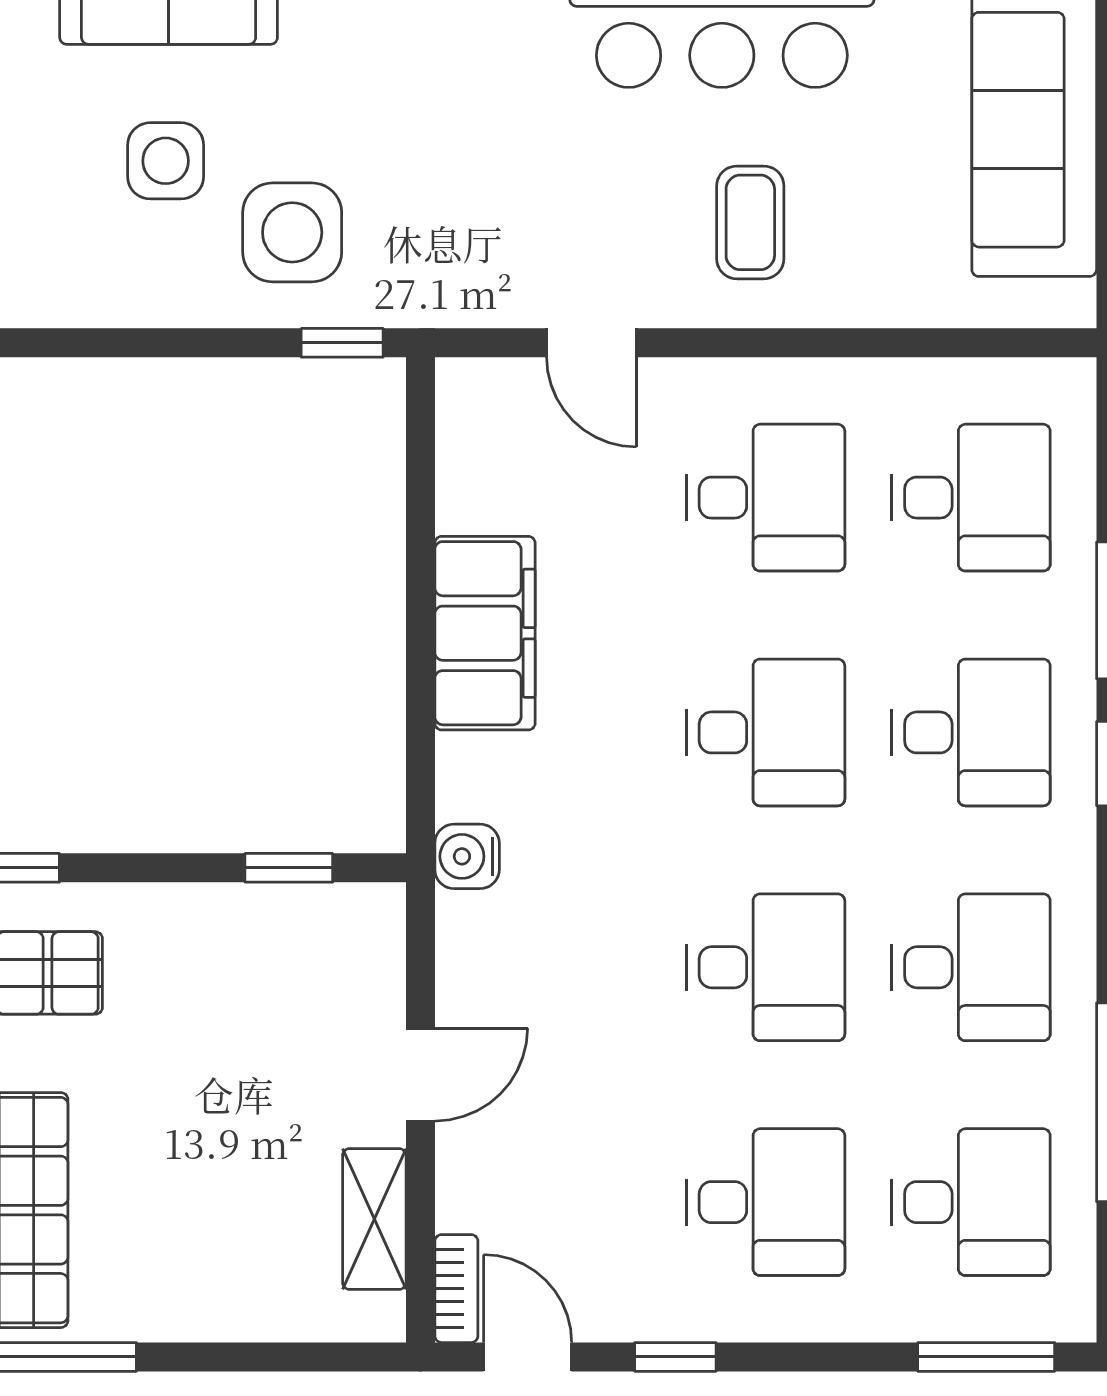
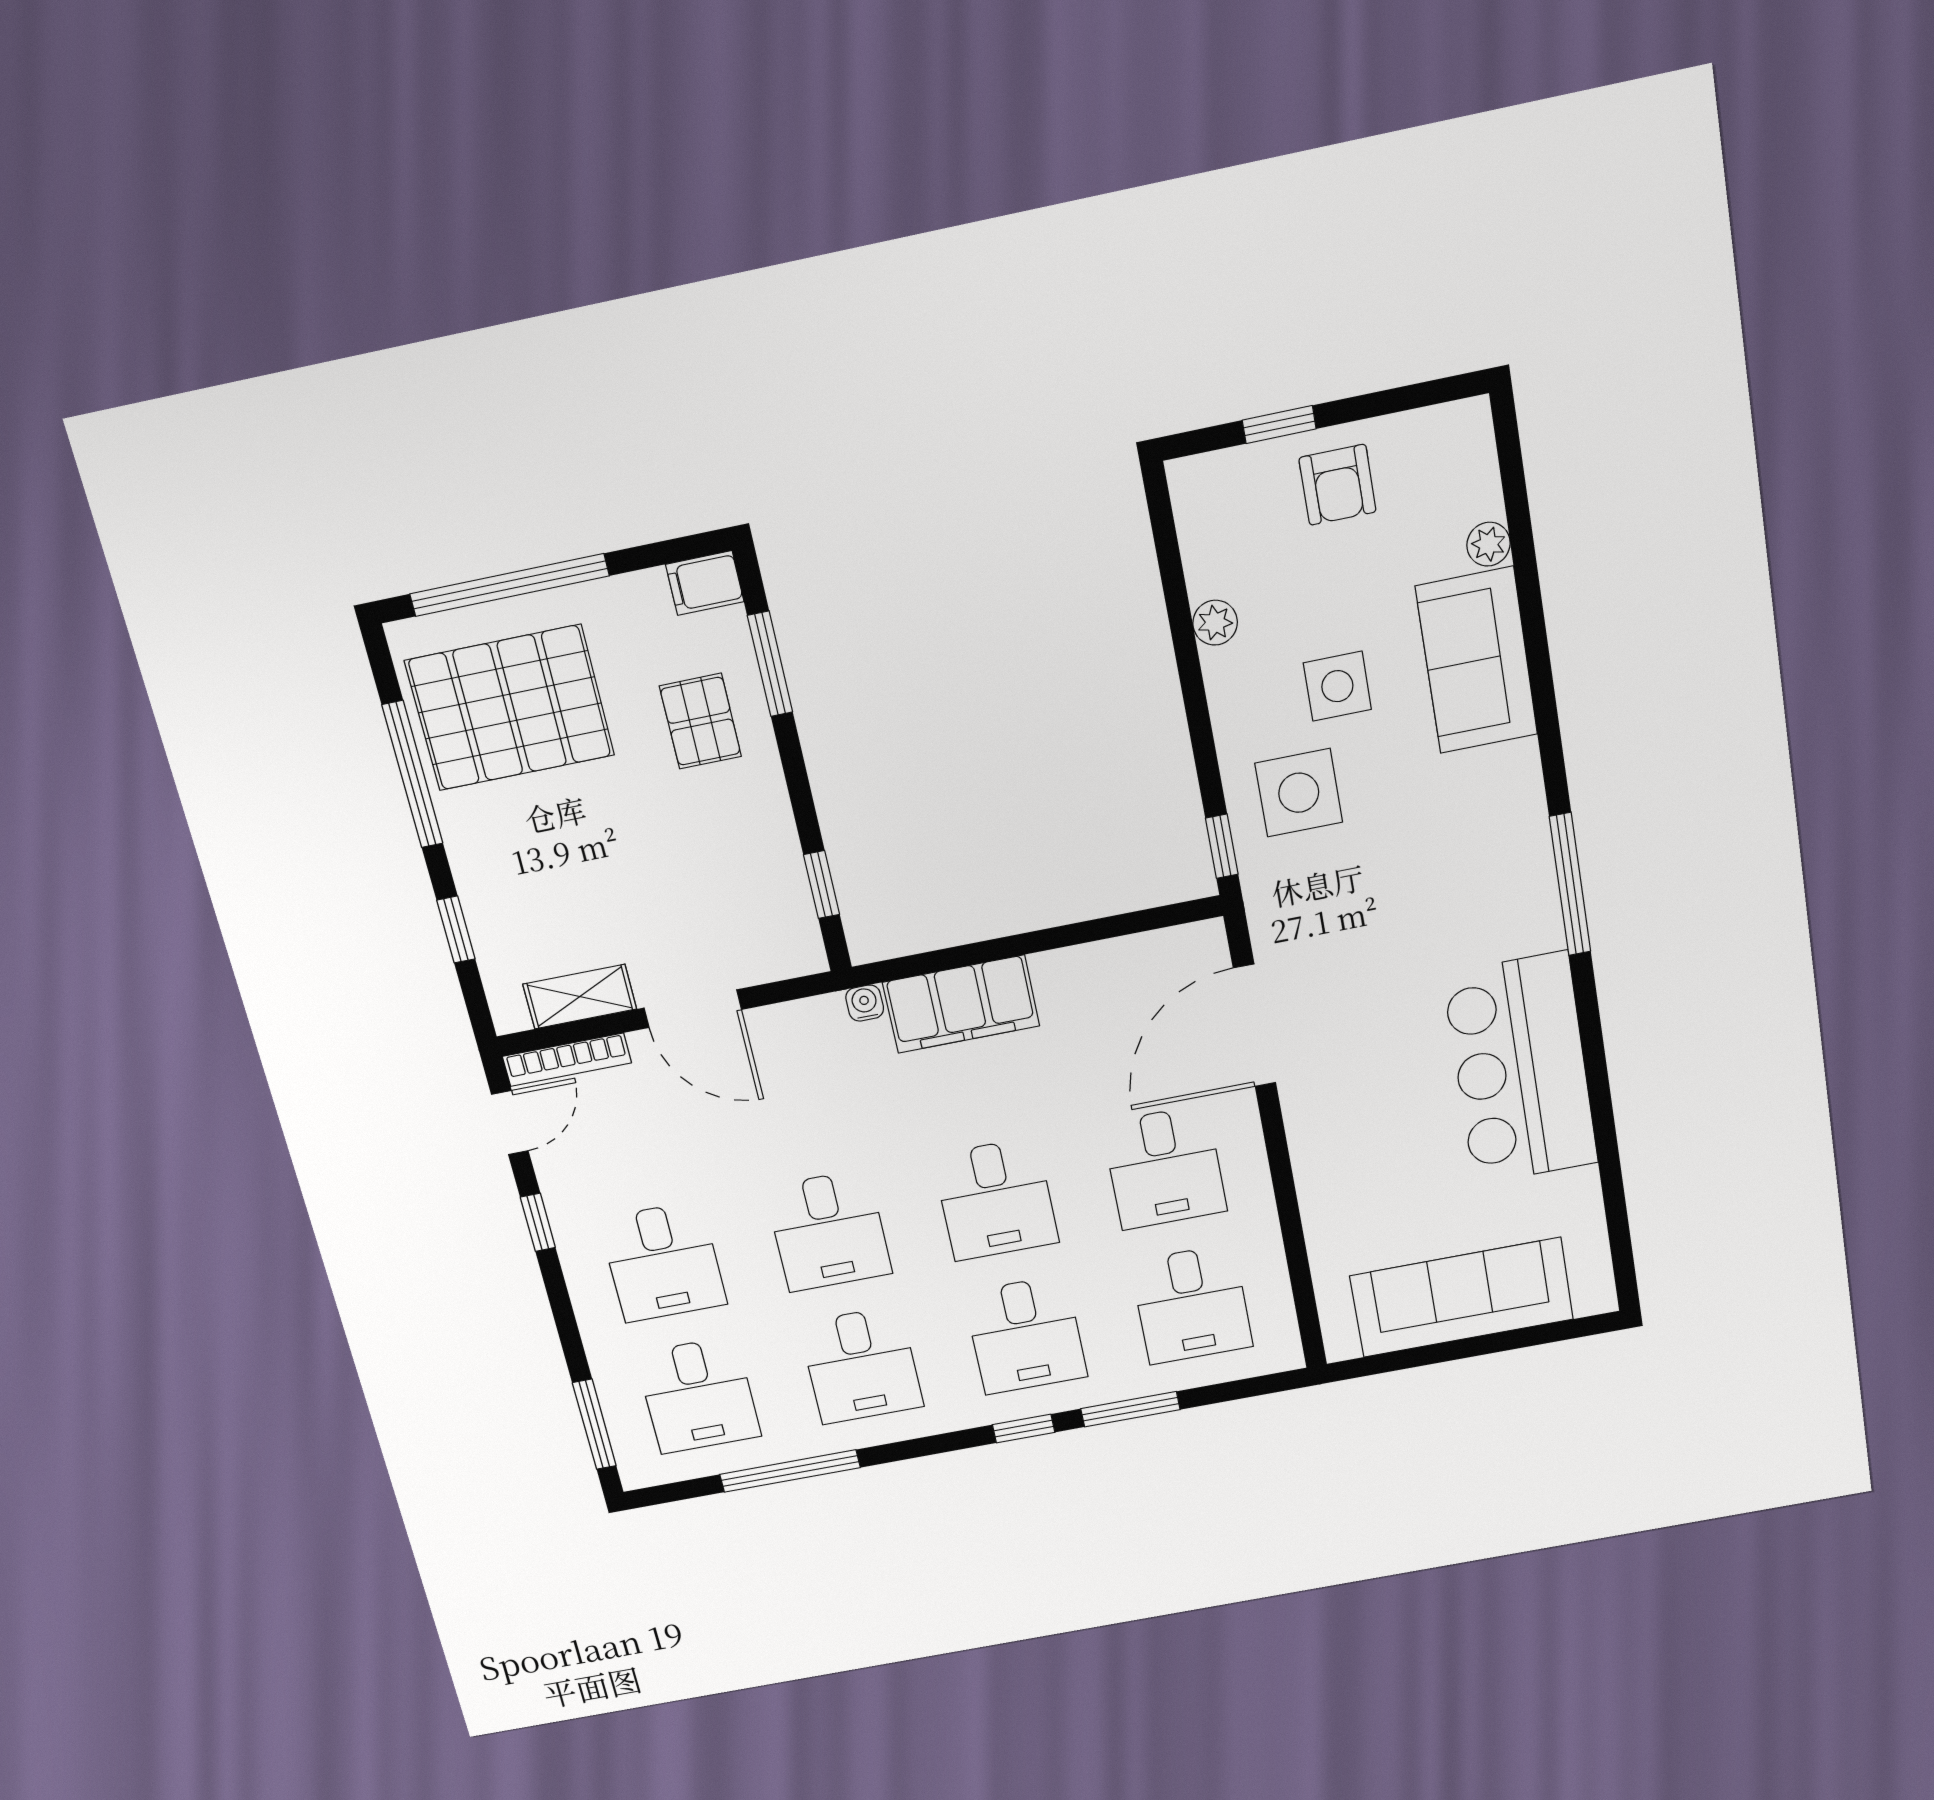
coffee table: (750, 222) -> (1362, 1119), removed
plant: (55, 300) -> (1215, 623), added
door: (592, 343) -> (1255, 1026), width x1.88
filing cabinet: (485, 633) -> (961, 1004), moved
water cooler: (467, 856) -> (865, 1003), width x0.72, depth x0.72
door: (420, 1075) -> (693, 1009), width x1.38
bookcase: (456, 1289) -> (567, 1060), width x1.56
window: (253, 1357) -> (456, 930), added

